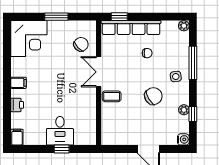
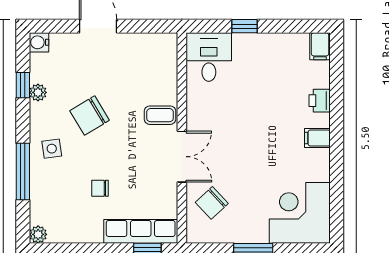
row of seats: (131, 28) -> (141, 231), width x0.73
desk: (60, 131) -> (209, 57), moved

